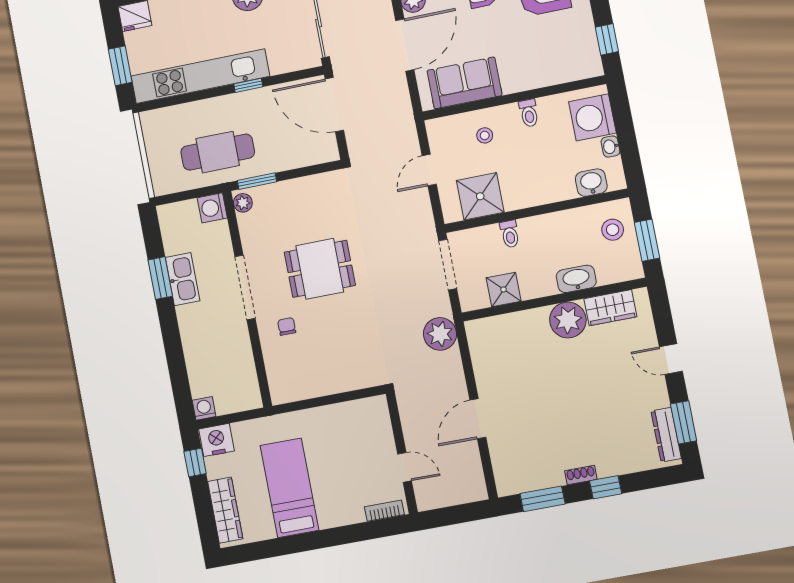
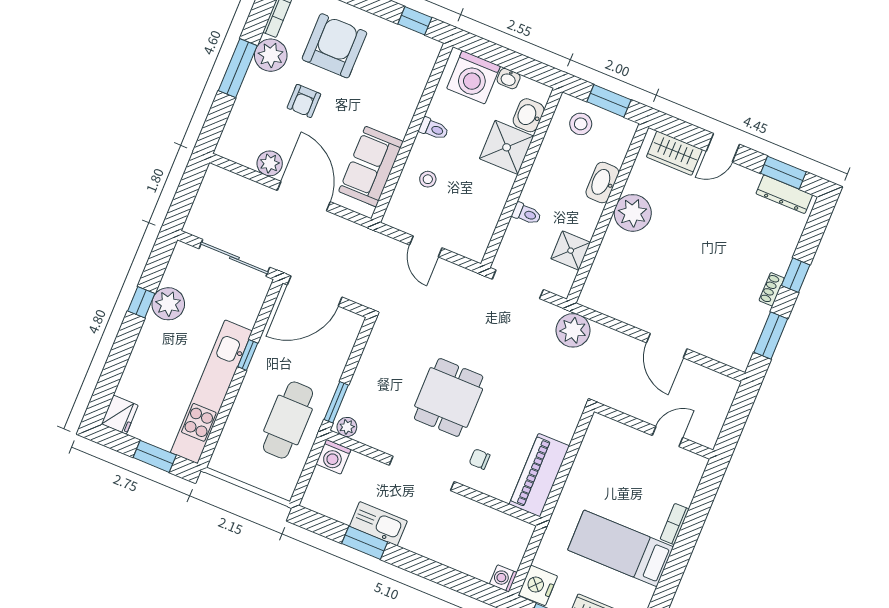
shower: (480, 196) -> (507, 147), moved
wardrobe: (610, 308) -> (674, 153), moved, turned 90
piano: (305, 383) -> (539, 475), added
bookcase: (384, 511) -> (675, 524), moved

